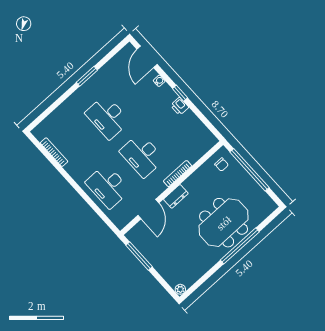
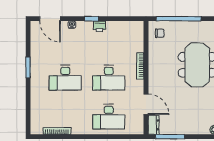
dresser: (176, 196) -> (154, 125), moved

